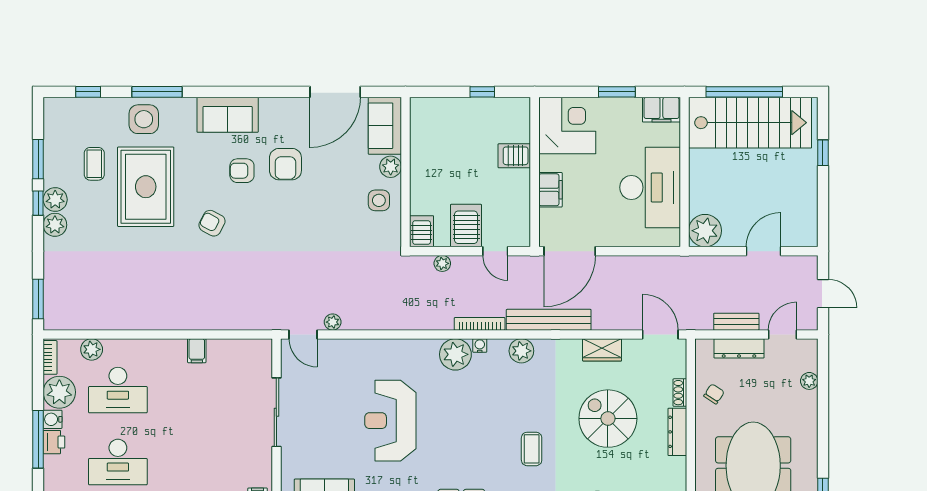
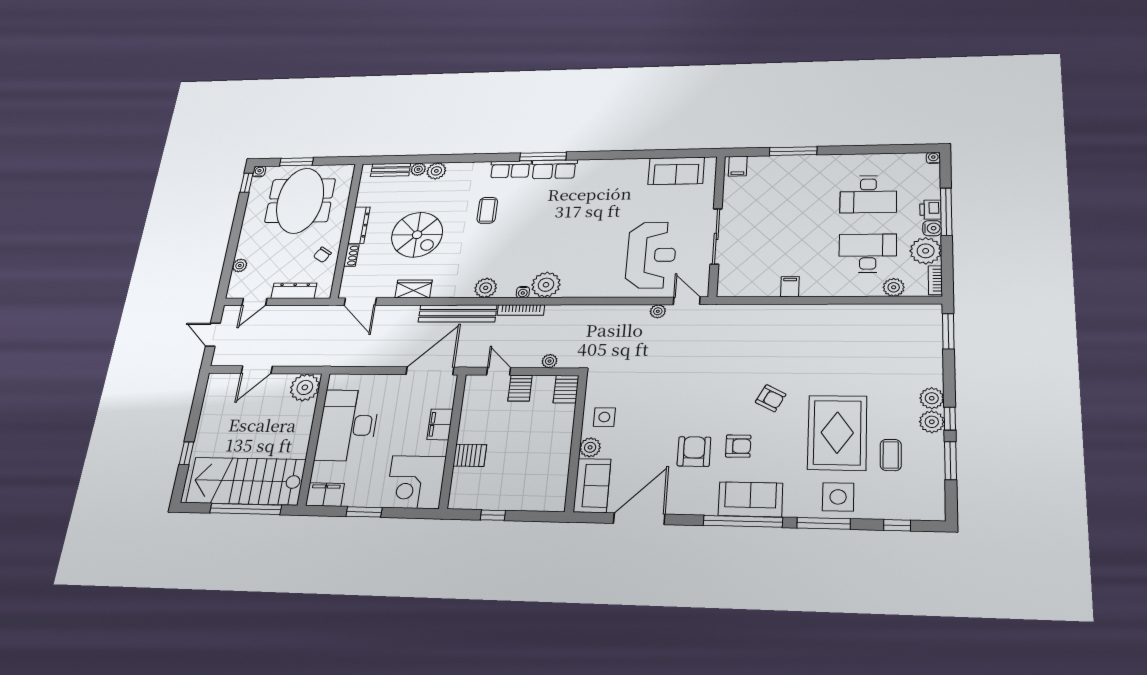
window: (234, 92) -> (743, 521), added
server rack: (466, 226) -> (520, 388), width x0.73, depth x0.70
bench: (736, 322) -> (292, 312), removed
reception desk: (390, 421) -> (651, 255), moved
desk: (118, 462) -> (868, 194), turned 180

